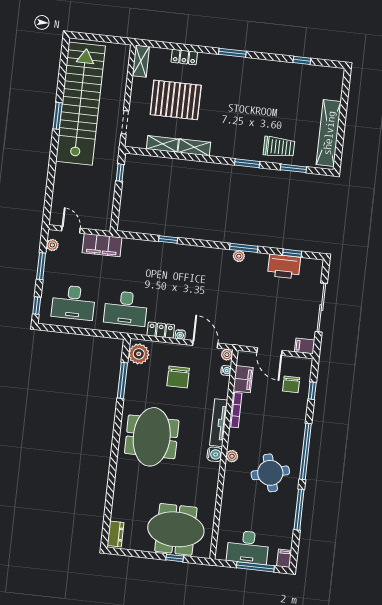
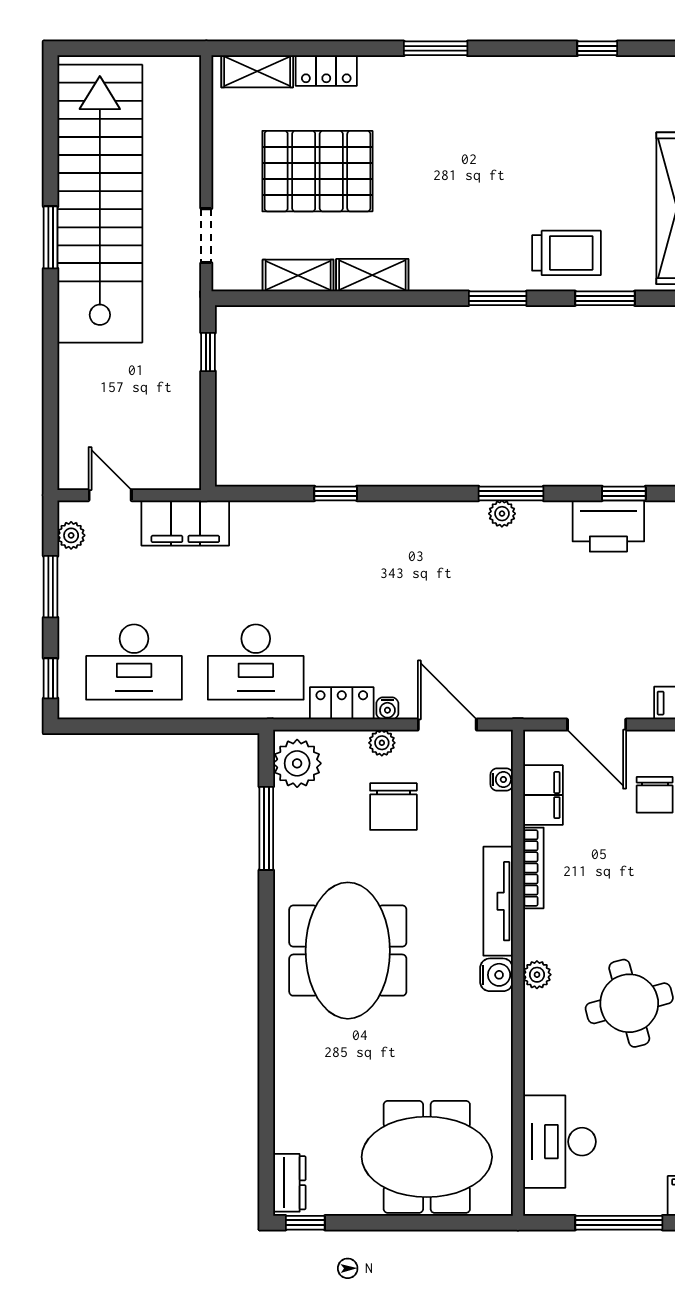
shelving: (141, 61) -> (257, 71), moved, turned 90
plant: (227, 355) -> (382, 743), moved
desk: (248, 547) -> (559, 1142), moved, turned 90
window: (175, 558) -> (305, 1223), moved

